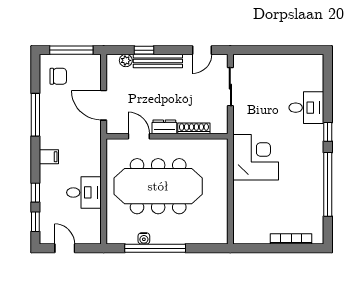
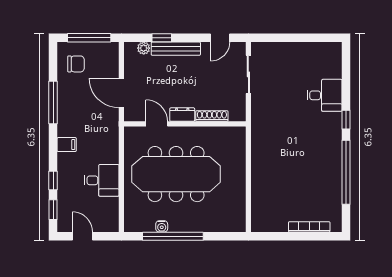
corner desk: (256, 157) -> (274, 145), removed

